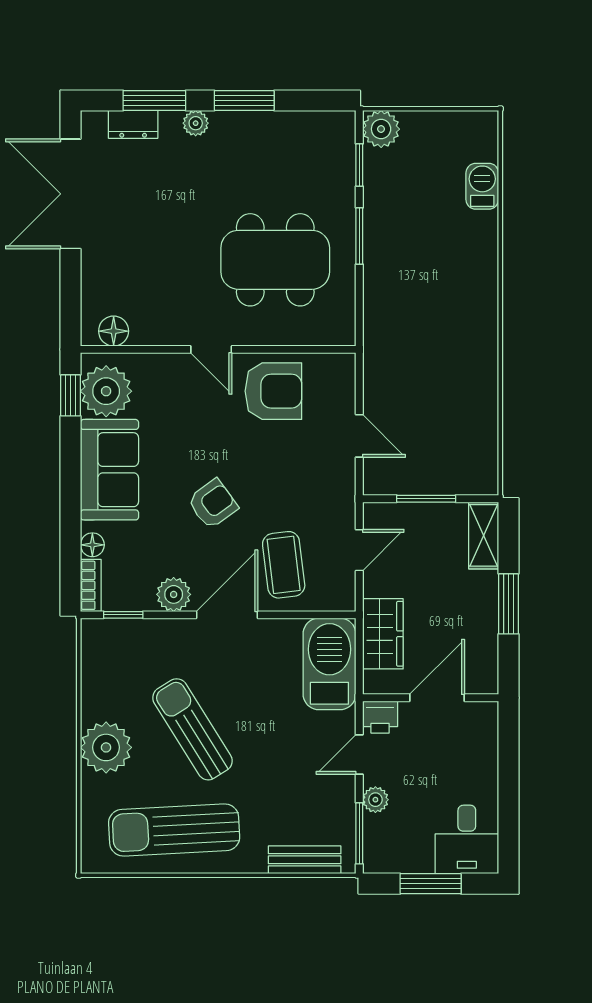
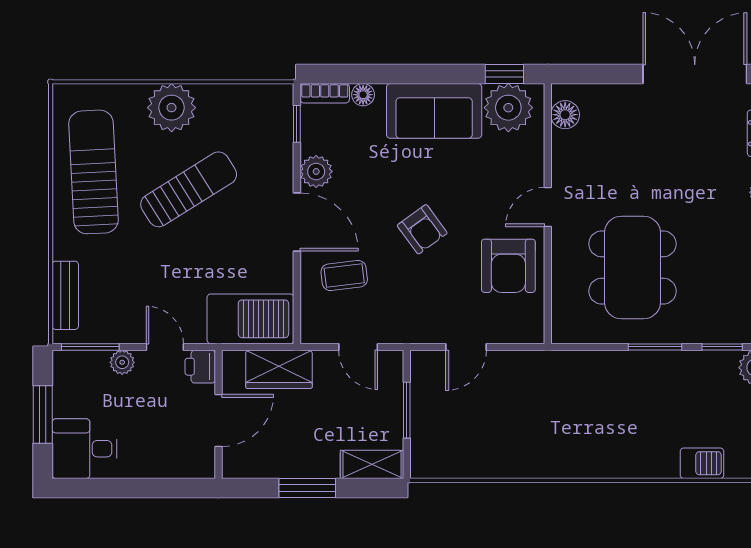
armchair: (213, 504) -> (422, 229), moved
coffee table: (284, 565) -> (344, 275), width x0.73, depth x0.77
door: (437, 698) -> (218, 420), hinge flipped

